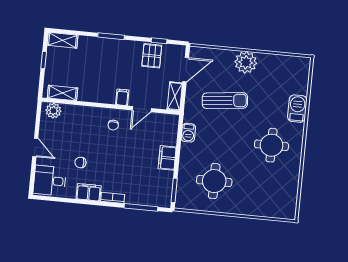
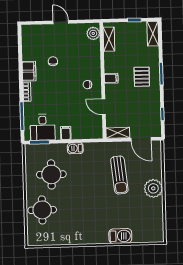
pallet: (152, 56) -> (142, 77), moved, turned 90
filing cabinet: (122, 97) -> (111, 78), moved
barbecue: (188, 133) -> (75, 148), moved
round table: (272, 145) -> (42, 210), moved
door: (35, 147) -> (61, 22), swing flipped
filing cabinet: (167, 158) -> (66, 133), width x0.50
desk: (50, 181) -> (43, 127), moved, turned 180

